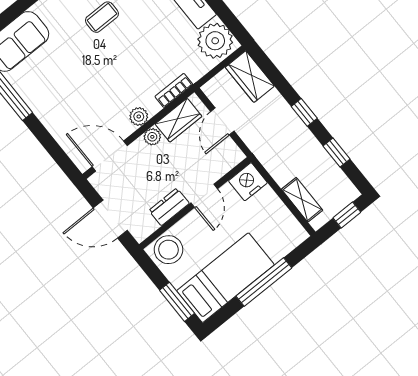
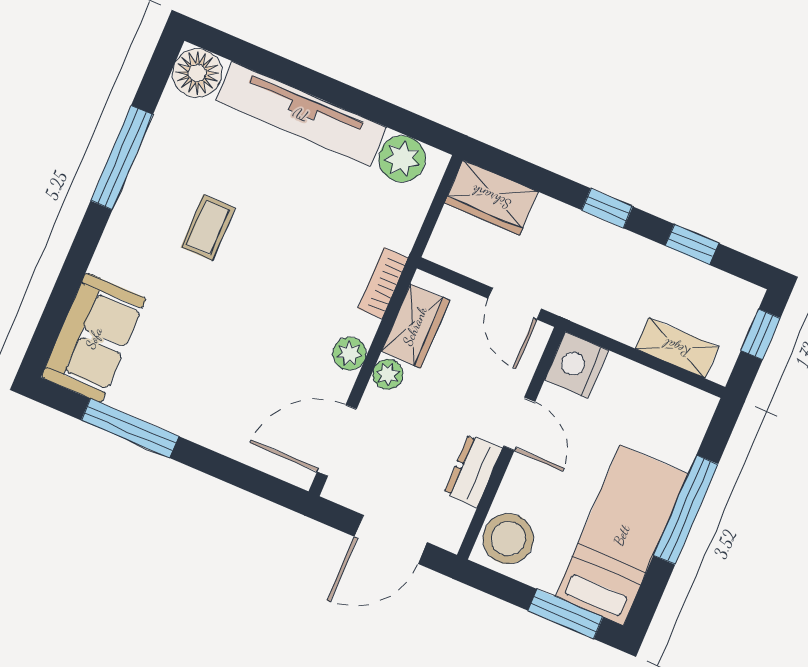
plant: (215, 41) -> (402, 159), width x0.73, depth x0.73
door: (222, 121) -> (515, 304), moved

